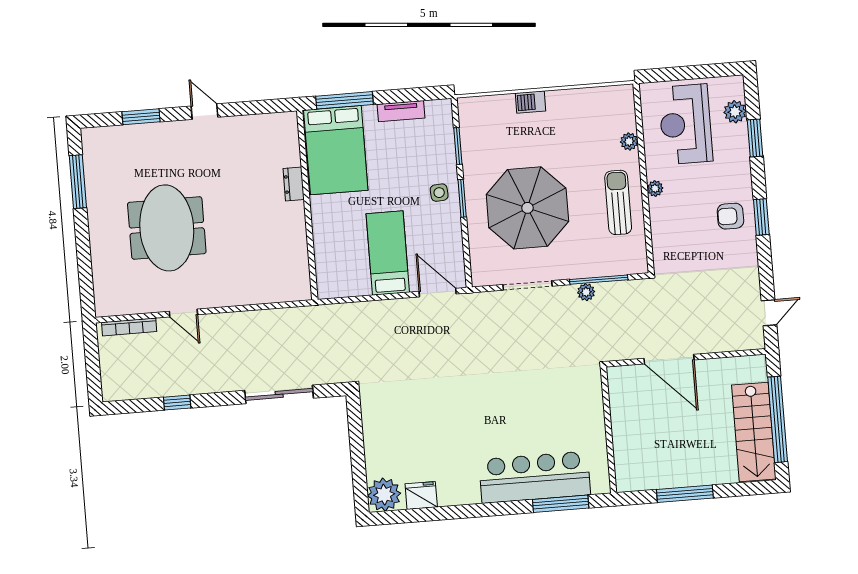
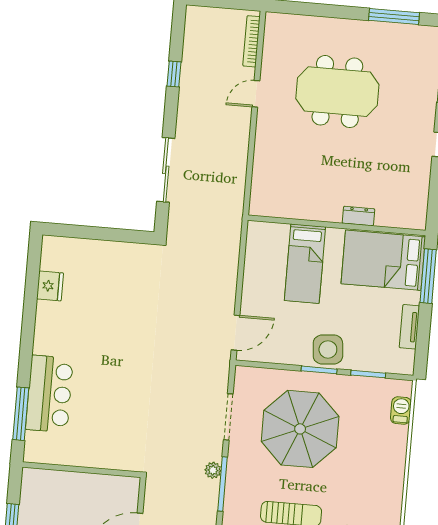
barbecue: (531, 102) -> (401, 410), moved
side table: (439, 193) -> (328, 349), width x1.87, depth x1.87
bed: (388, 253) -> (305, 264), moved, turned 90
bar counter: (535, 477) -> (49, 394), width x0.73
plant: (384, 495) -> (57, 252), removed

